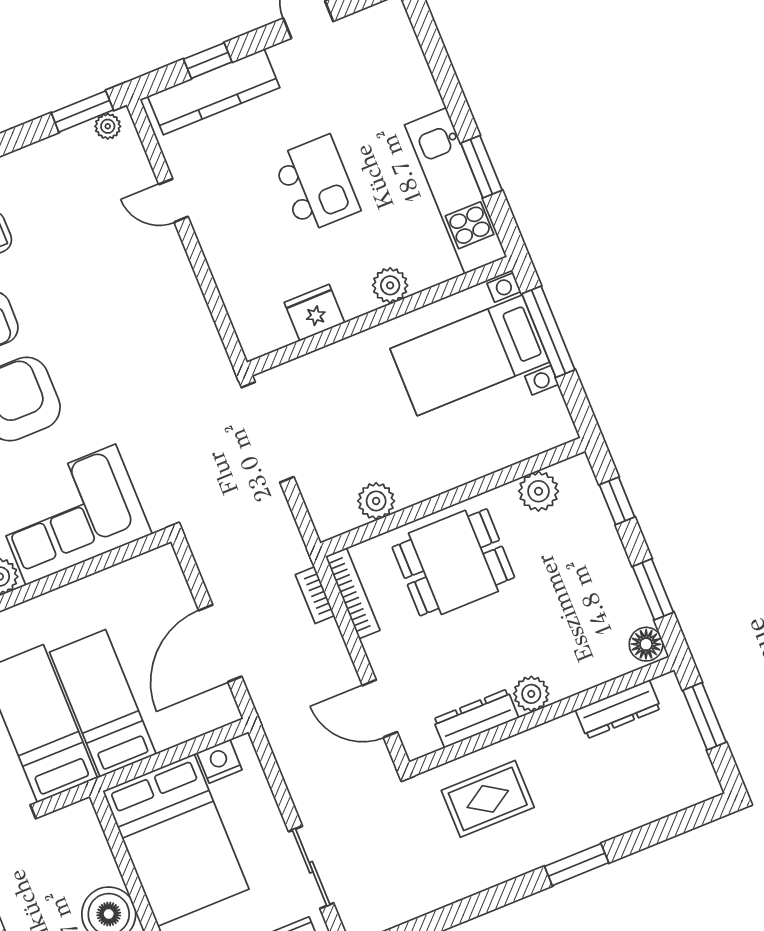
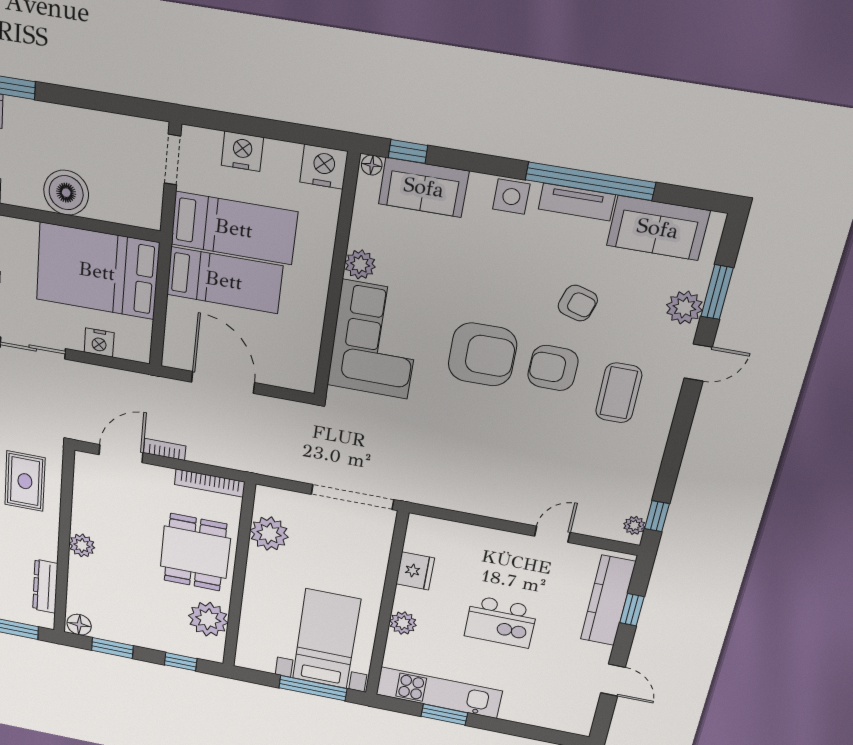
window: (82, 111) -> (657, 516), width x0.67
plant: (539, 491) -> (208, 619), width x1.36, depth x1.36
plant: (376, 501) -> (269, 534), width x1.36, depth x1.36
bookcase: (315, 595) -> (165, 449), moved
dresser: (476, 718) -> (83, 505), removed
nightstand: (219, 761) -> (99, 342), moved, turned 90

